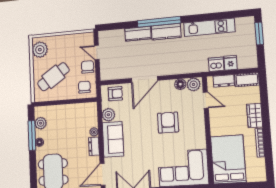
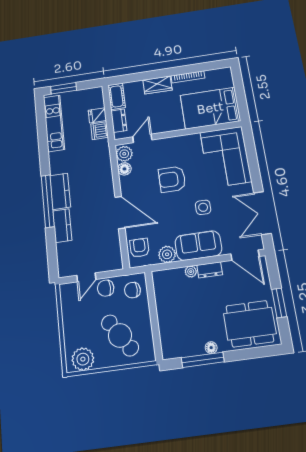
kitchen unit: (209, 27) -> (54, 123), moved
plant: (41, 123) -> (185, 348), removed
side table: (143, 146) -> (203, 207), added

